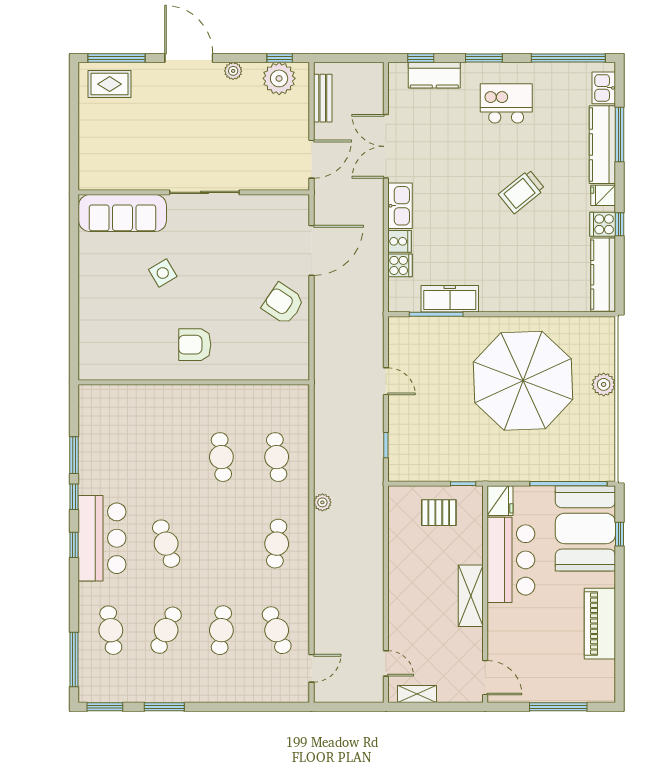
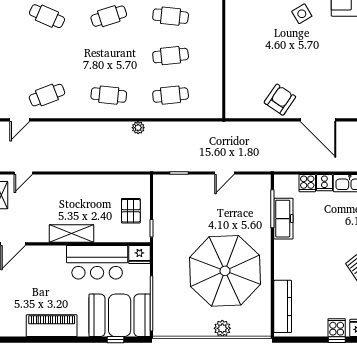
kitchen counter: (603, 275) -> (283, 306), moved, turned 90
armchair: (195, 345) -> (251, 37), removed
cafe table: (221, 630) -> (171, 16), moved
door: (312, 668) -> (20, 120), hinge flipped

